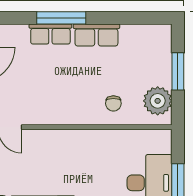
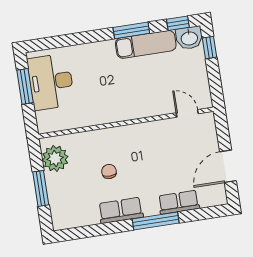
row of seats: (50, 34) -> (179, 202), moved
chair: (113, 103) -> (109, 171), moved

